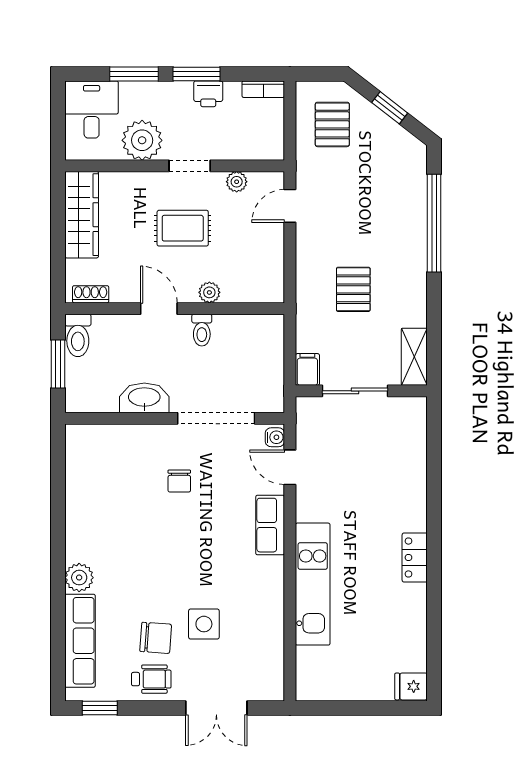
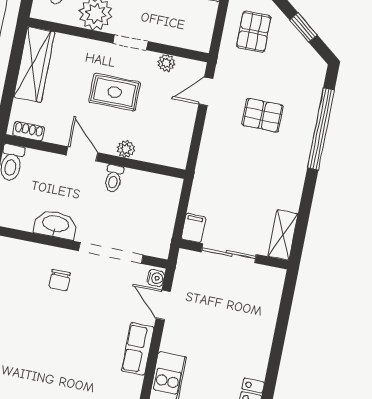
pallet: (353, 289) -> (263, 115), moved, turned 90
chair: (179, 481) -> (60, 280), moved

